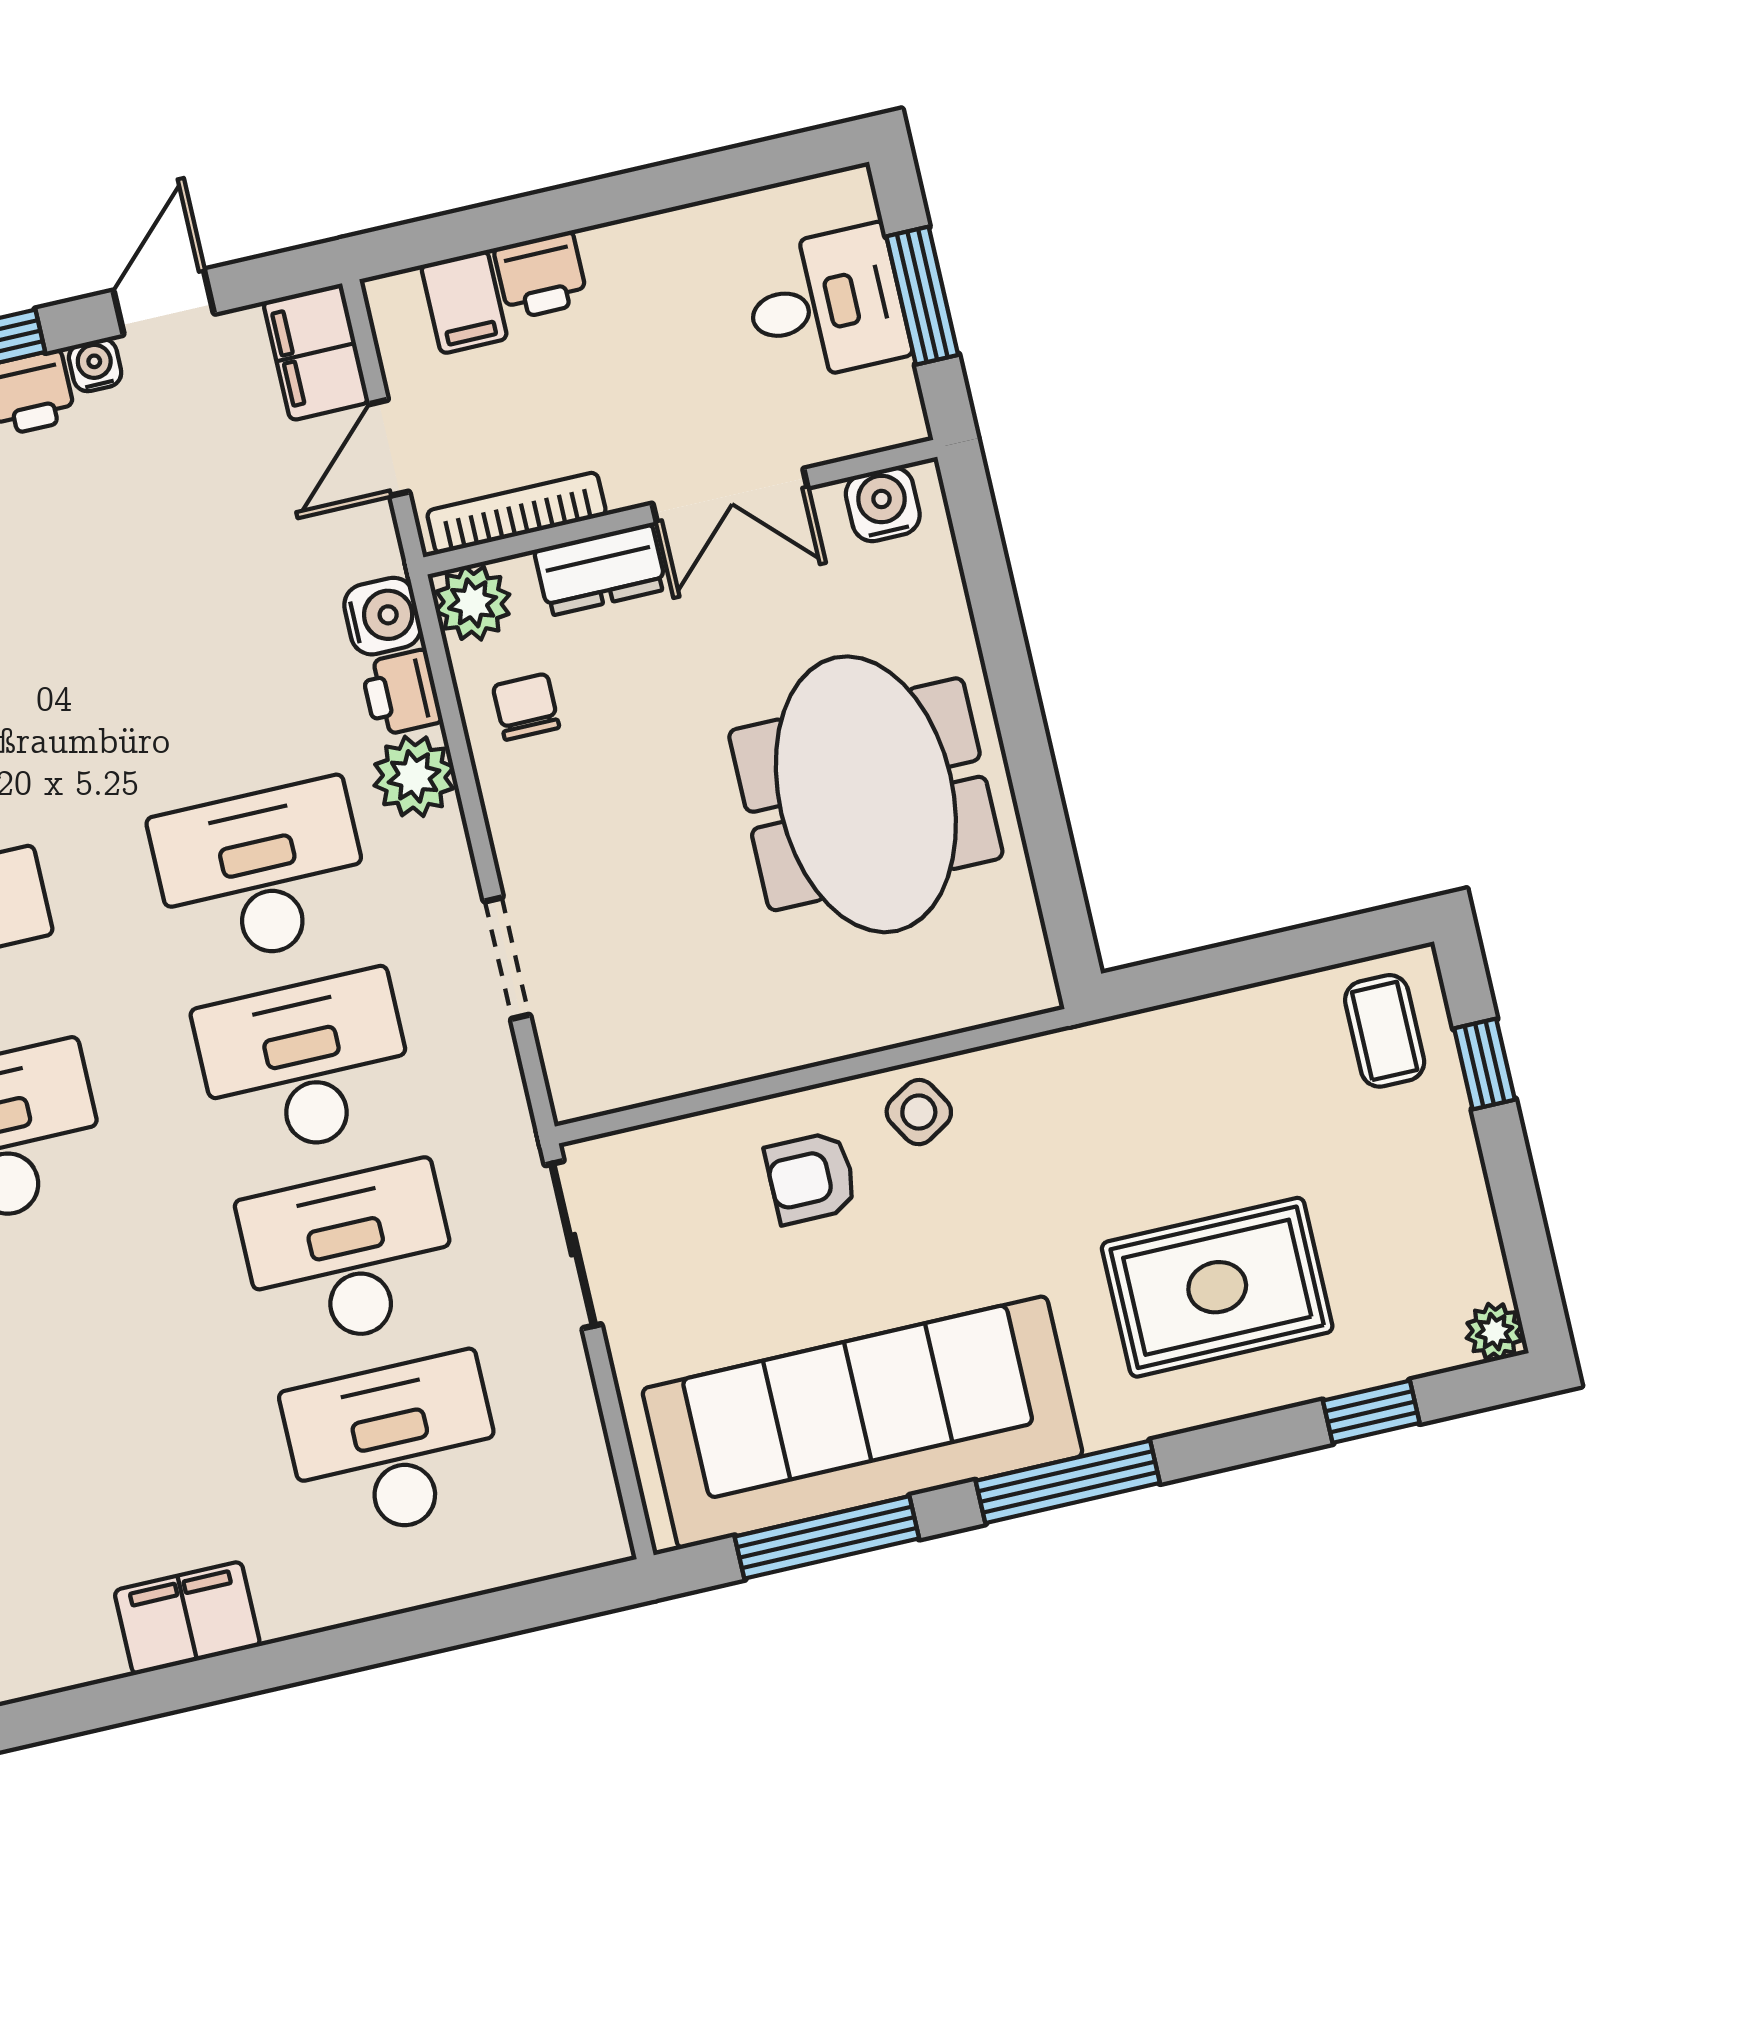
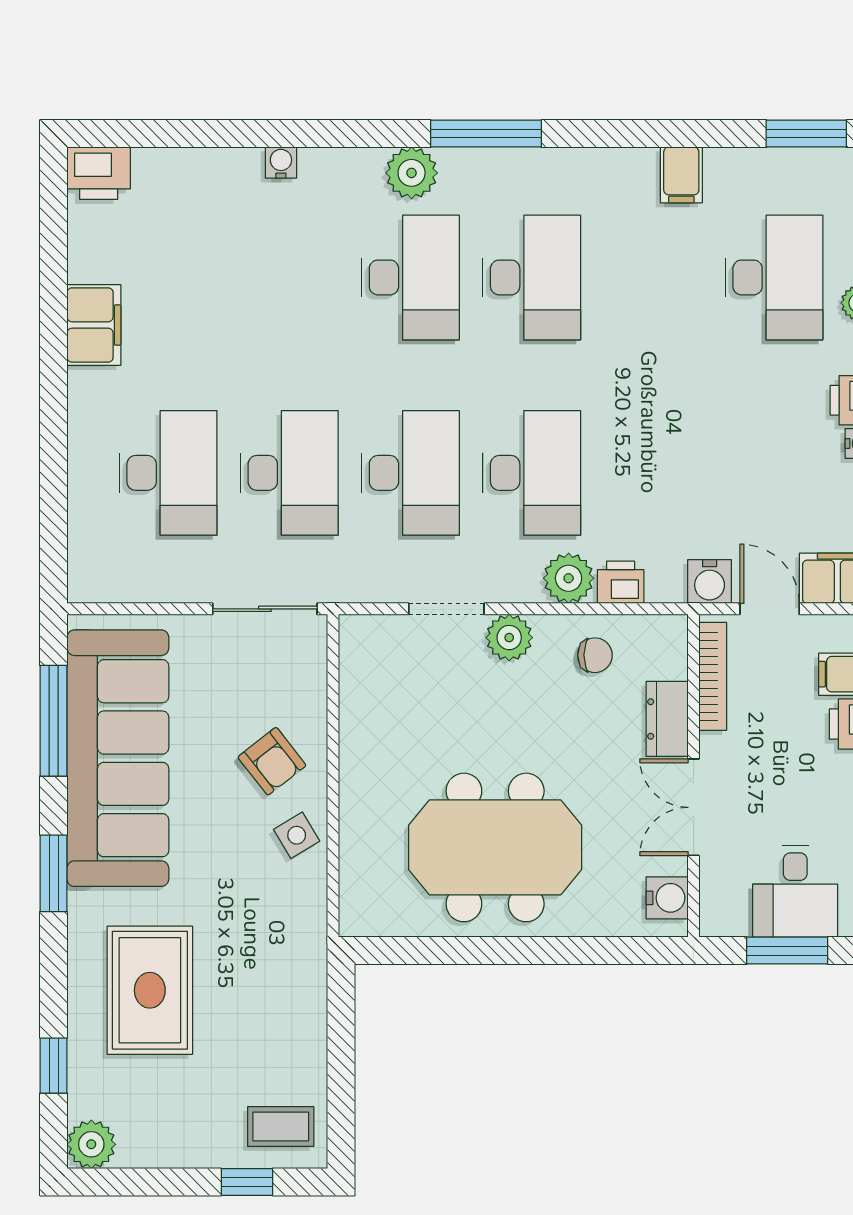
plant: (473, 603) -> (509, 638), moved
water cooler: (383, 616) -> (710, 582), moved
armchair: (811, 1178) -> (272, 761), turned 142
plant: (1495, 1332) -> (91, 1144), width x1.38, depth x1.38
window: (1068, 1482) -> (54, 873), width x0.69

